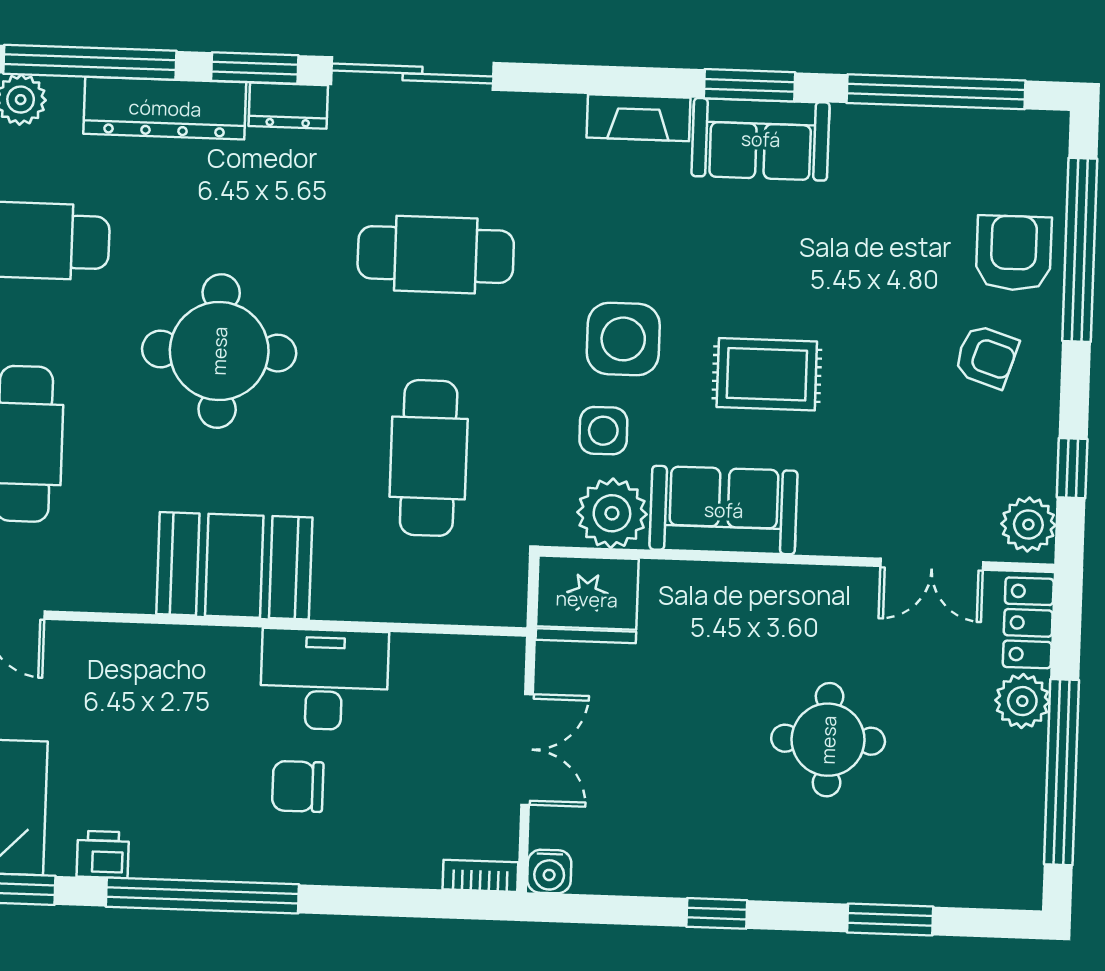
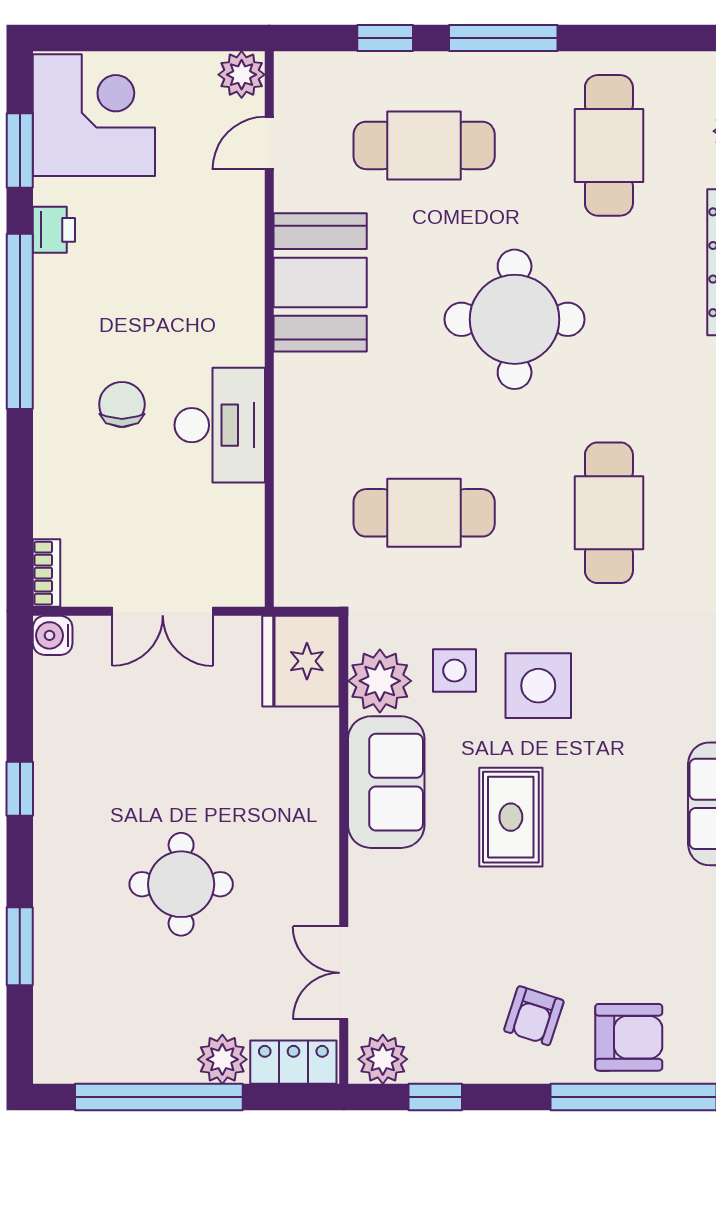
booth: (234, 566) -> (320, 282), moved

